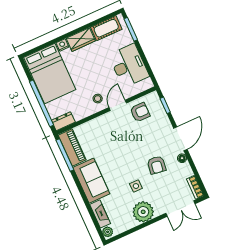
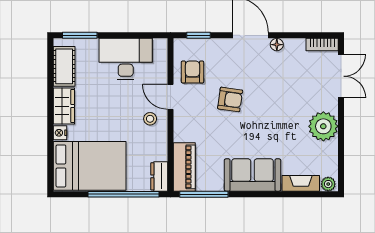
piano: (72, 147) -> (184, 167), moved, turned 90
armchair: (157, 165) -> (230, 99), moved
side table: (136, 186) -> (286, 121), removed

